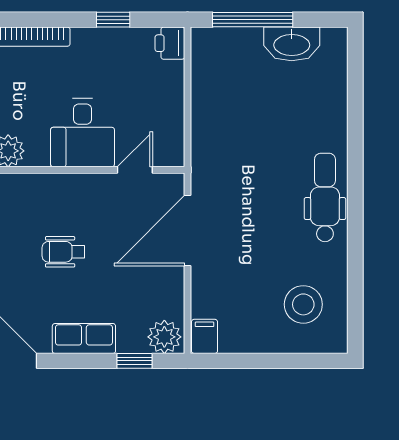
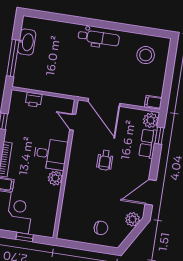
printer: (170, 43) -> (34, 100), moved
desk: (83, 133) -> (51, 154), moved
dental chair: (325, 197) -> (99, 38), turned 180
row of seats: (84, 339) -> (148, 143), moved

